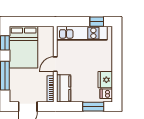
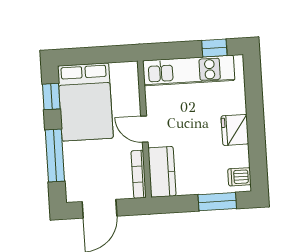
door: (55, 64) -> (144, 129), hinge flipped
fridge: (105, 80) -> (235, 130), moved

